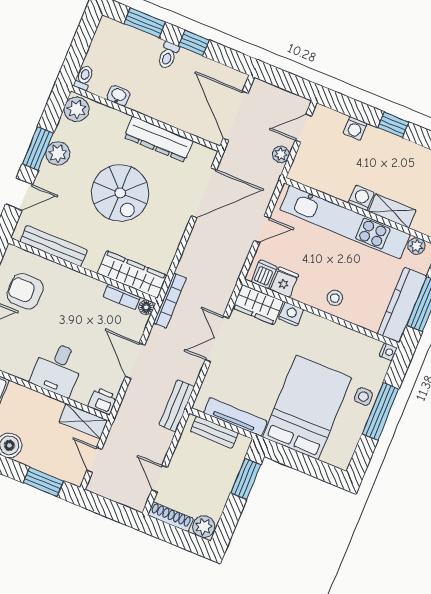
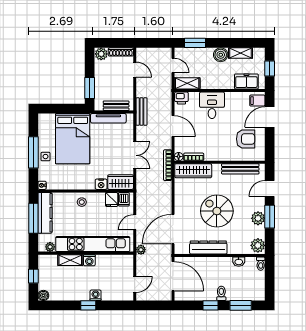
washing machine: (355, 128) -> (96, 295), moved
plant: (281, 154) -> (141, 250), moved

